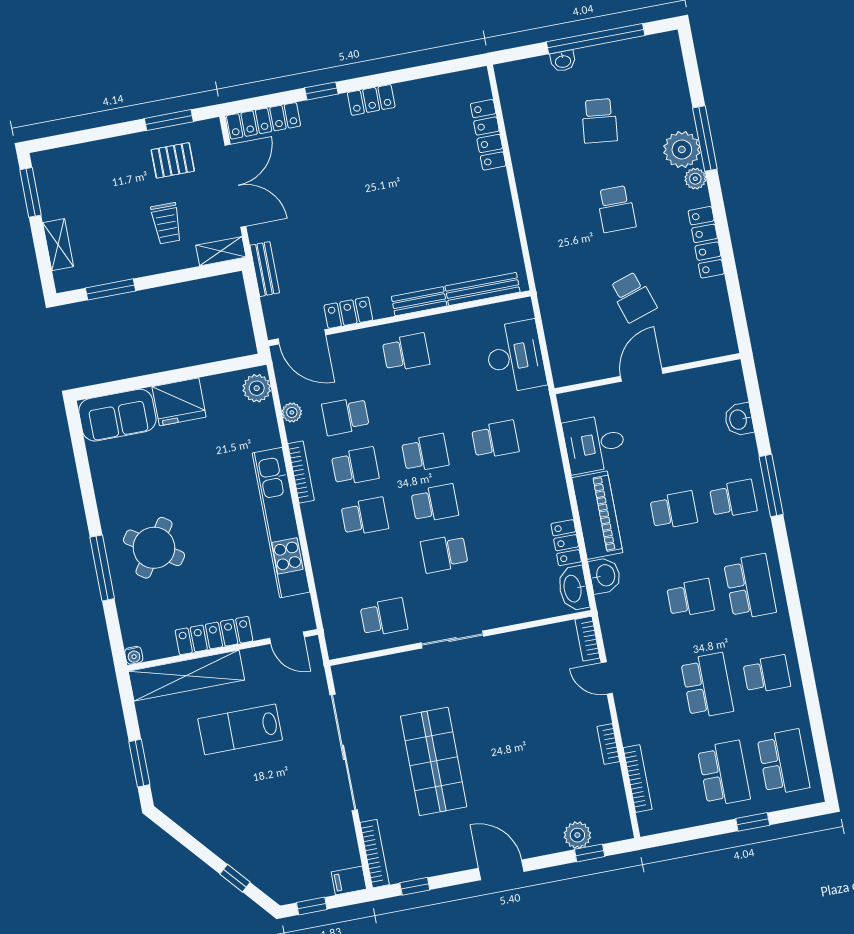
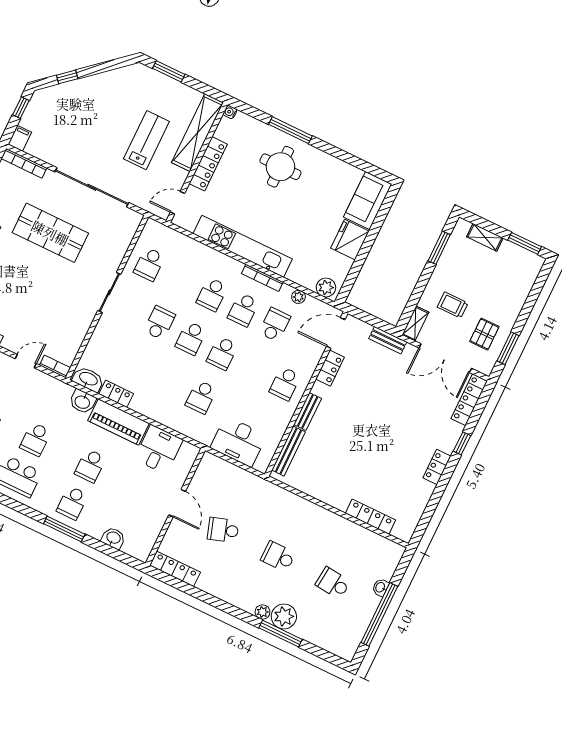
locker: (706, 242) -> (175, 569), moved
round table: (154, 548) -> (280, 167), turned -34

